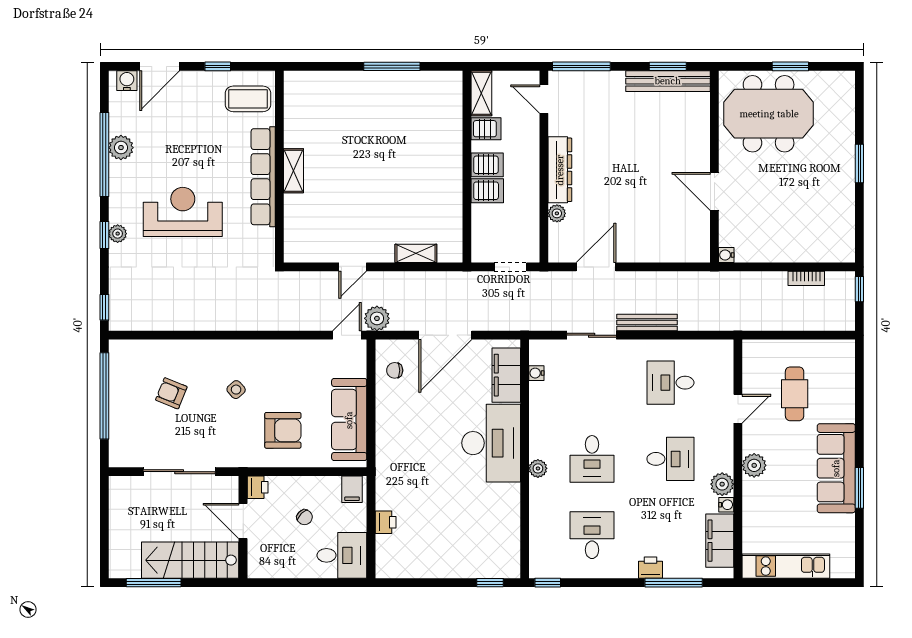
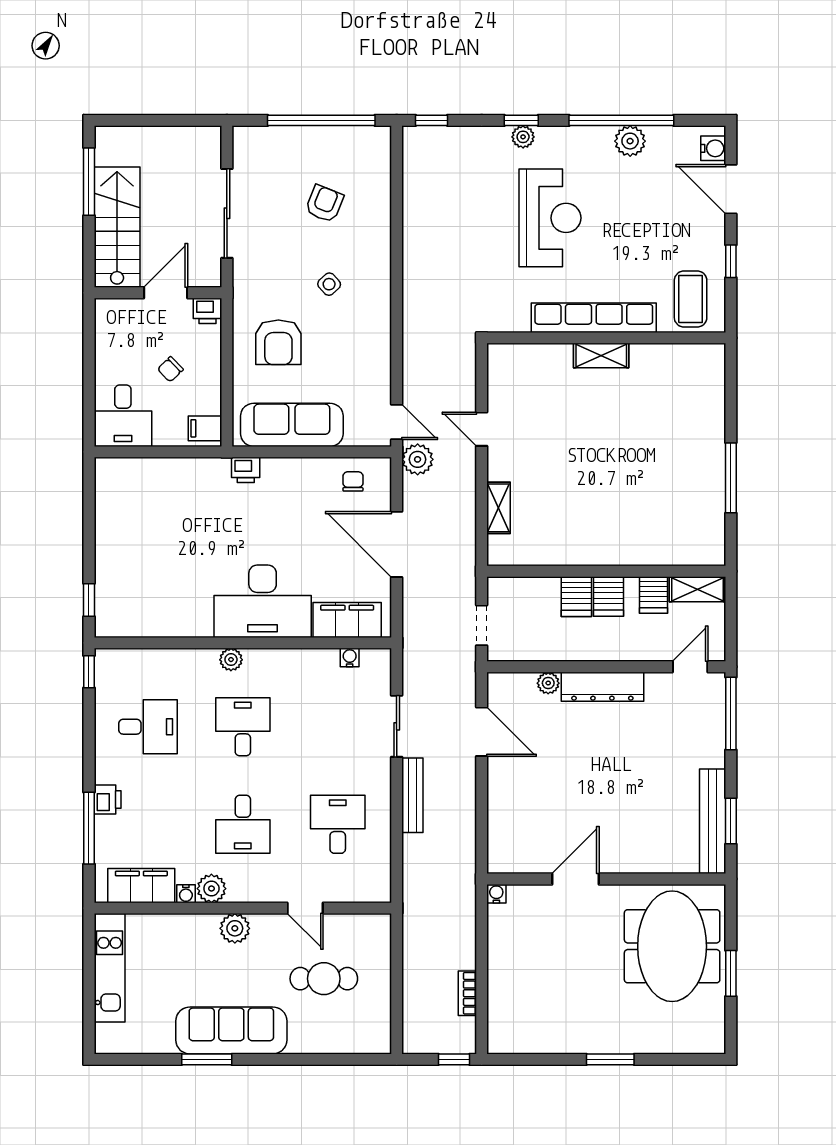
desk: (592, 459) -> (243, 727), turned 90
printer: (386, 522) -> (246, 470), moved

